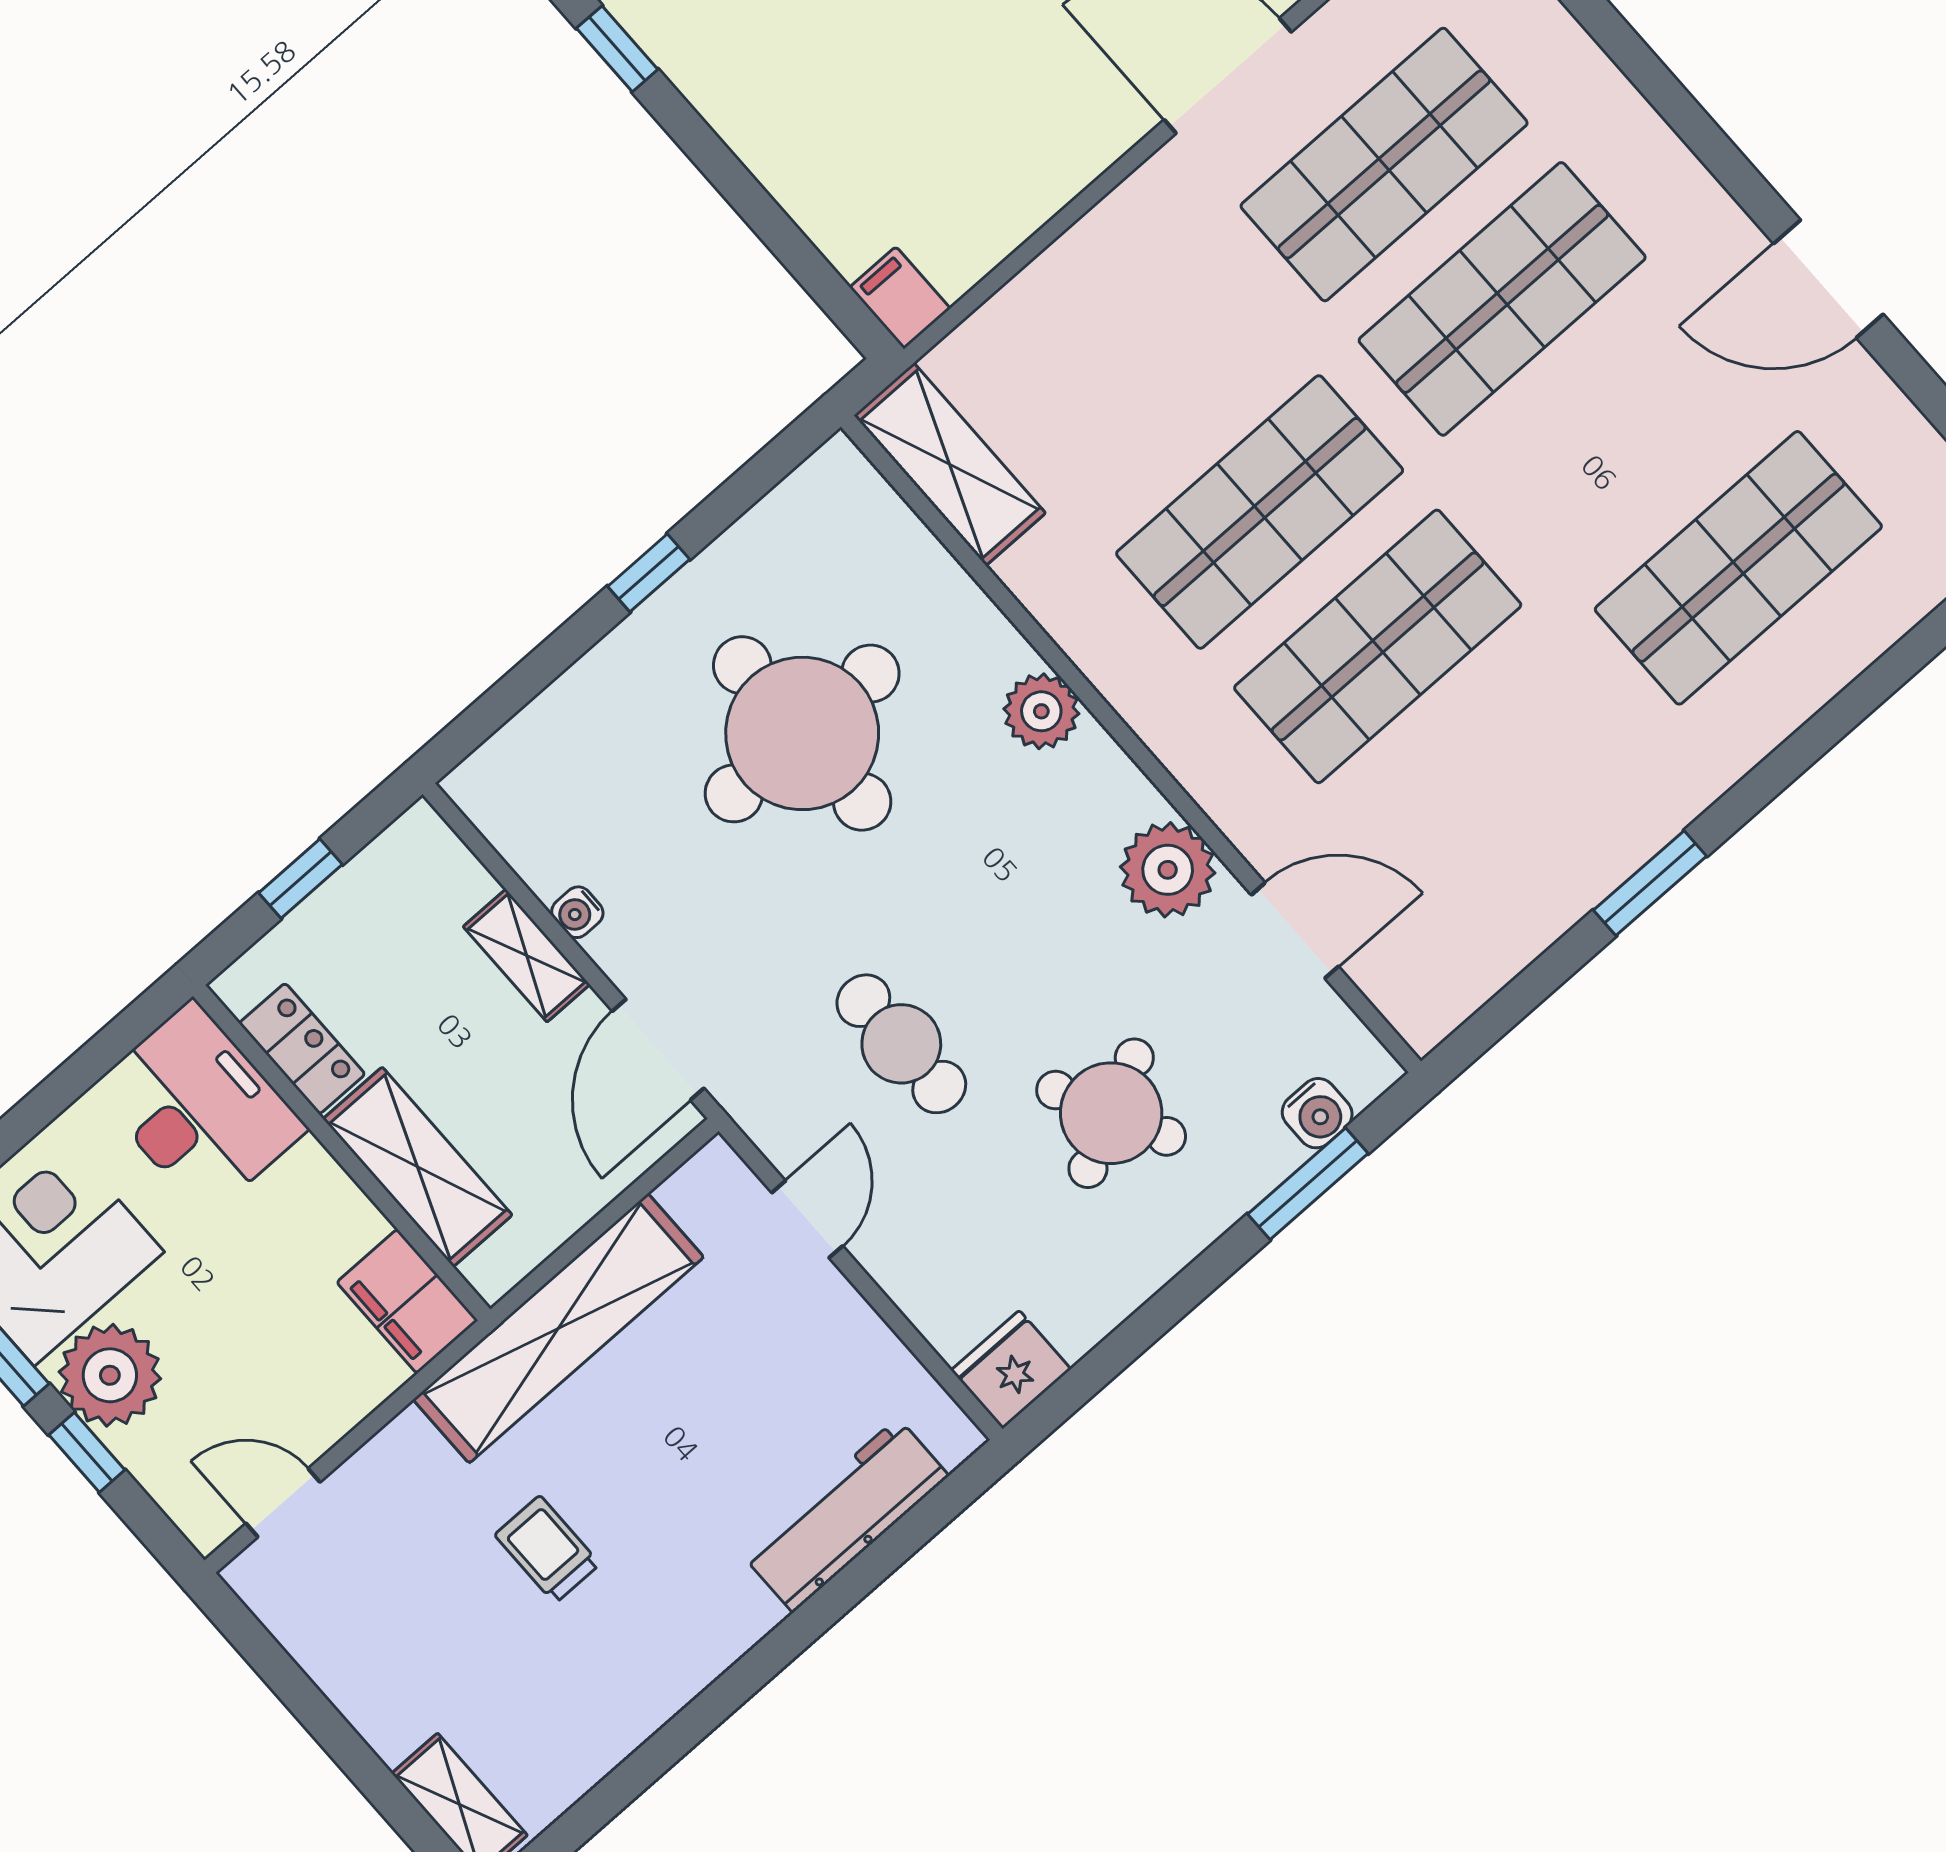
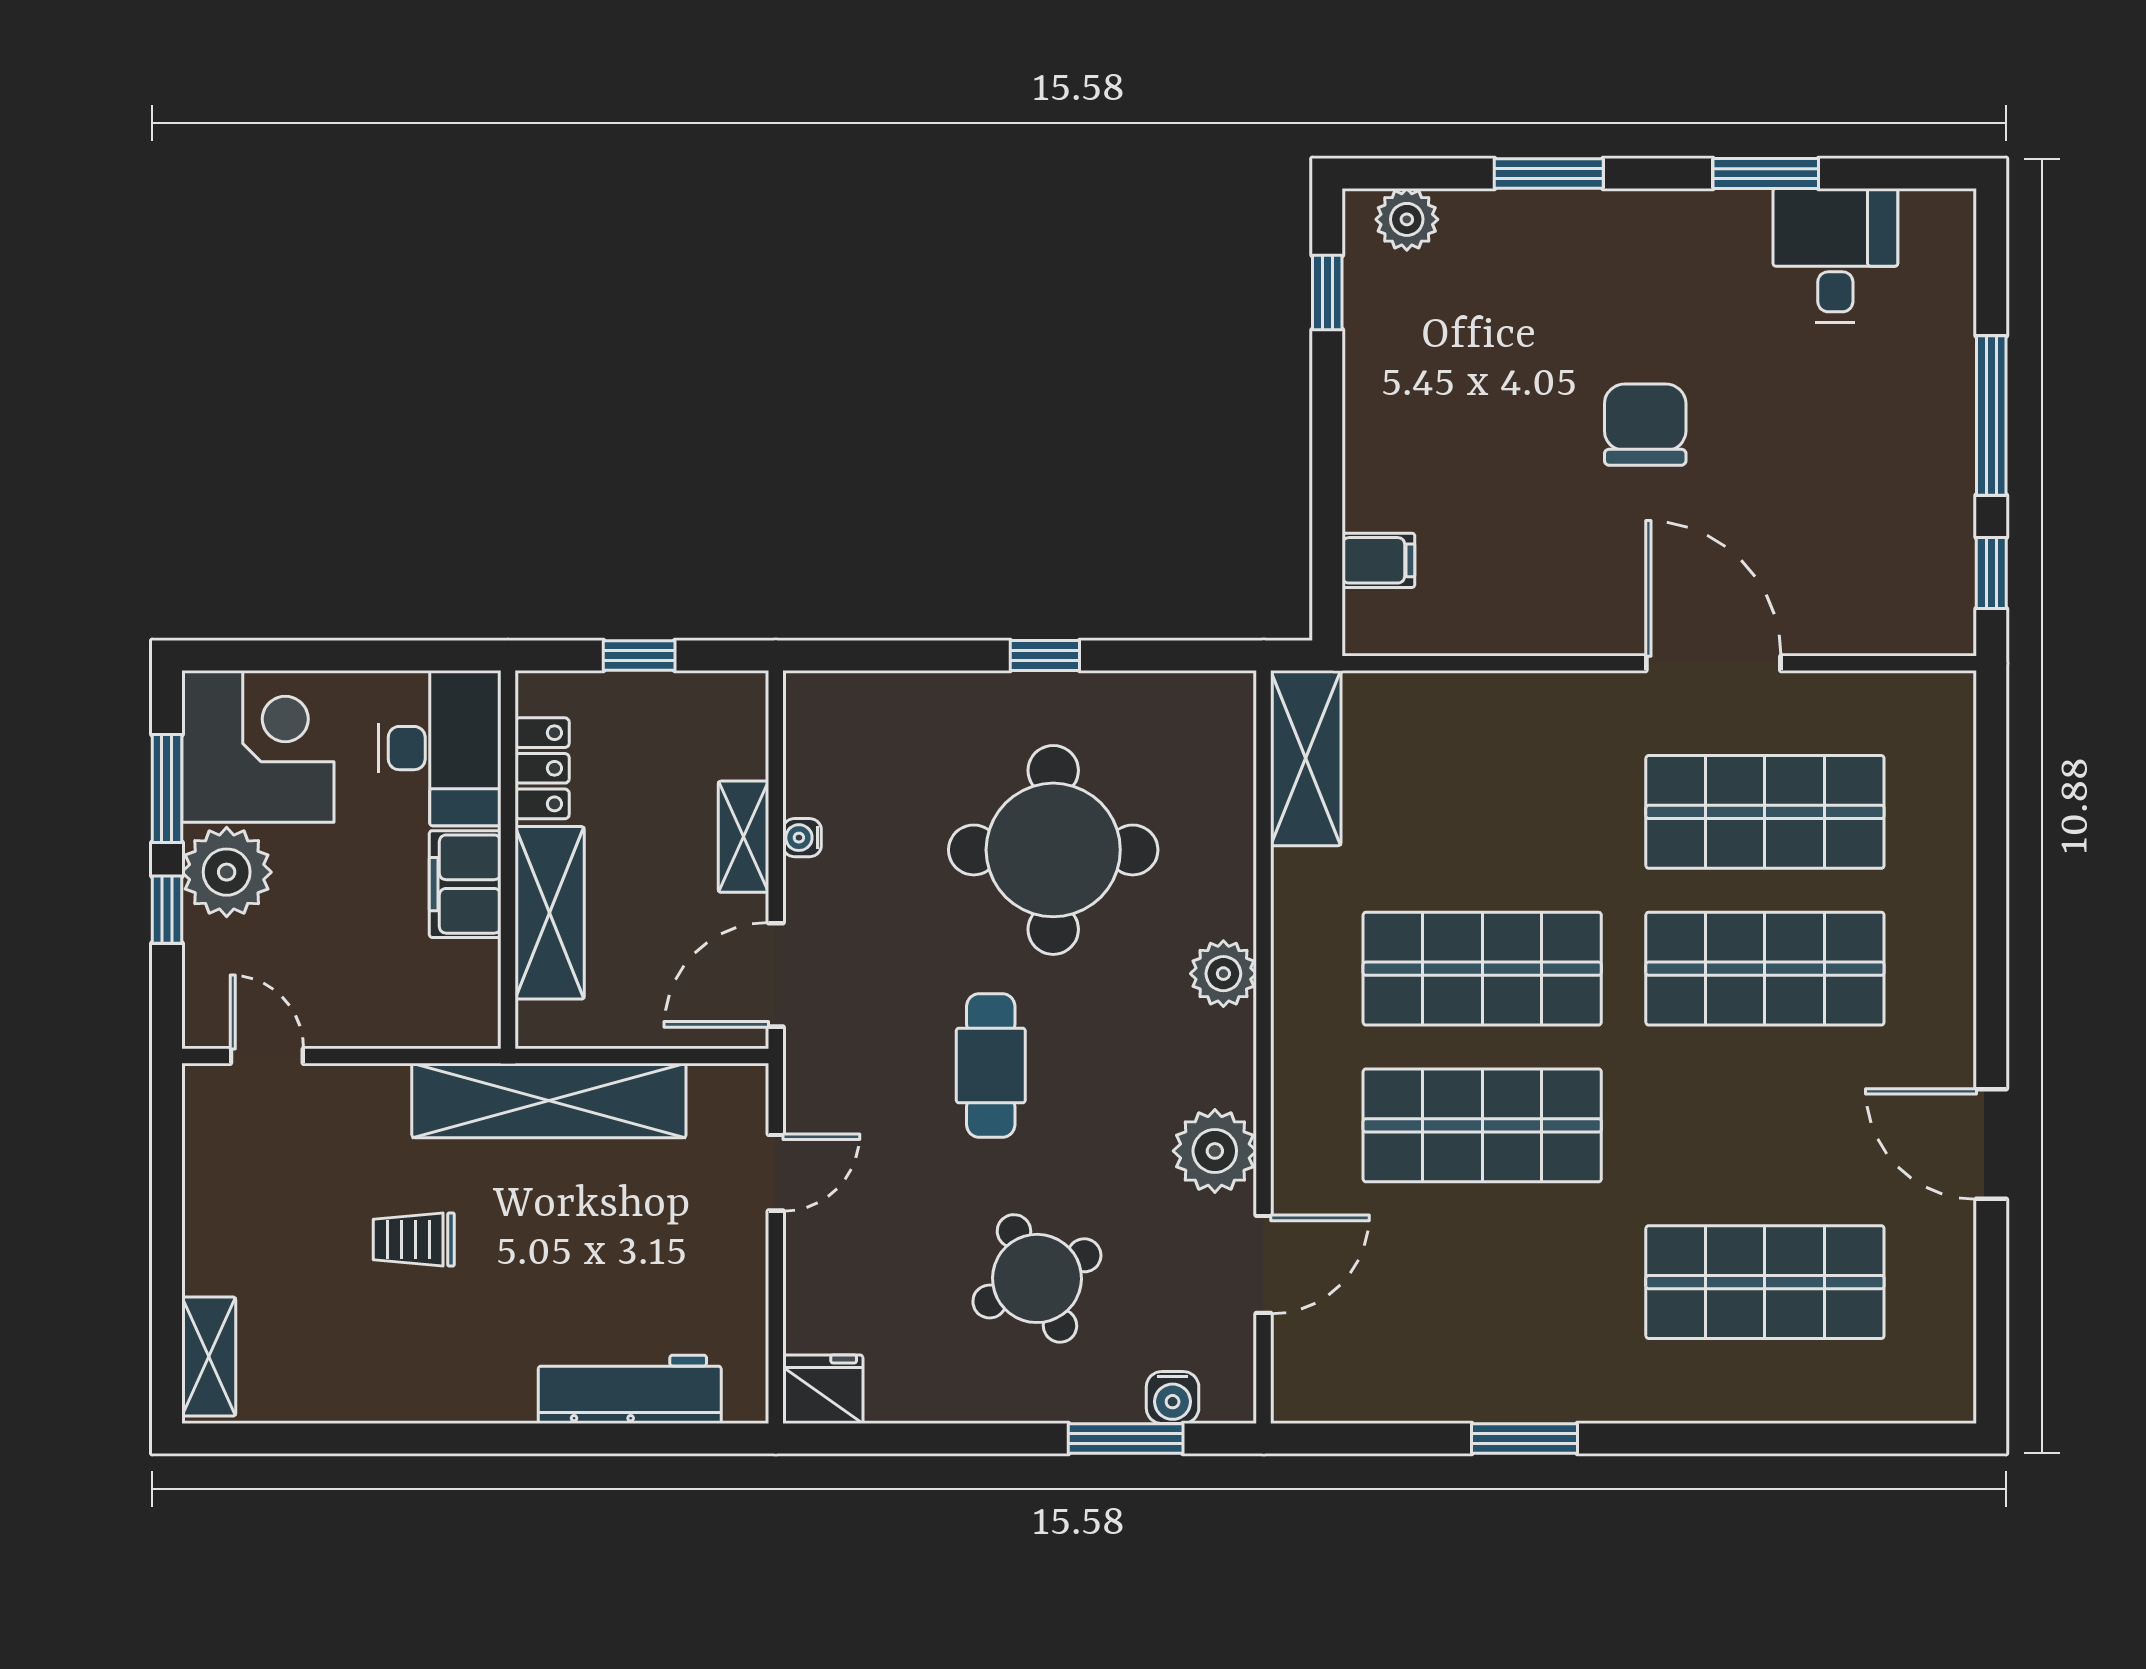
filing cabinet: (900, 298) -> (1378, 560), moved, turned 90
door: (1295, 930) -> (1264, 1264), hinge flipped
cafe table: (901, 1044) -> (991, 1065), moved
filing cabinet: (407, 1301) -> (465, 884), moved
trolley: (547, 1549) -> (414, 1240), turned -90

